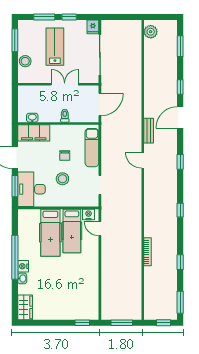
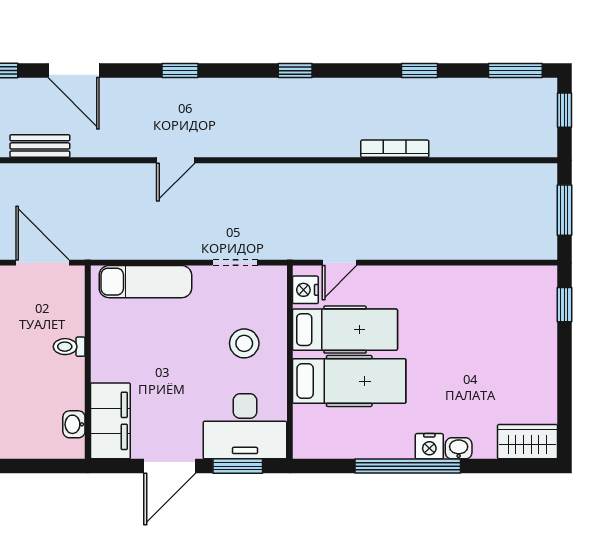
bench: (149, 131) -> (40, 146), moved
chair: (65, 155) -> (164, 347), removed
stool: (62, 179) -> (244, 343), moved

